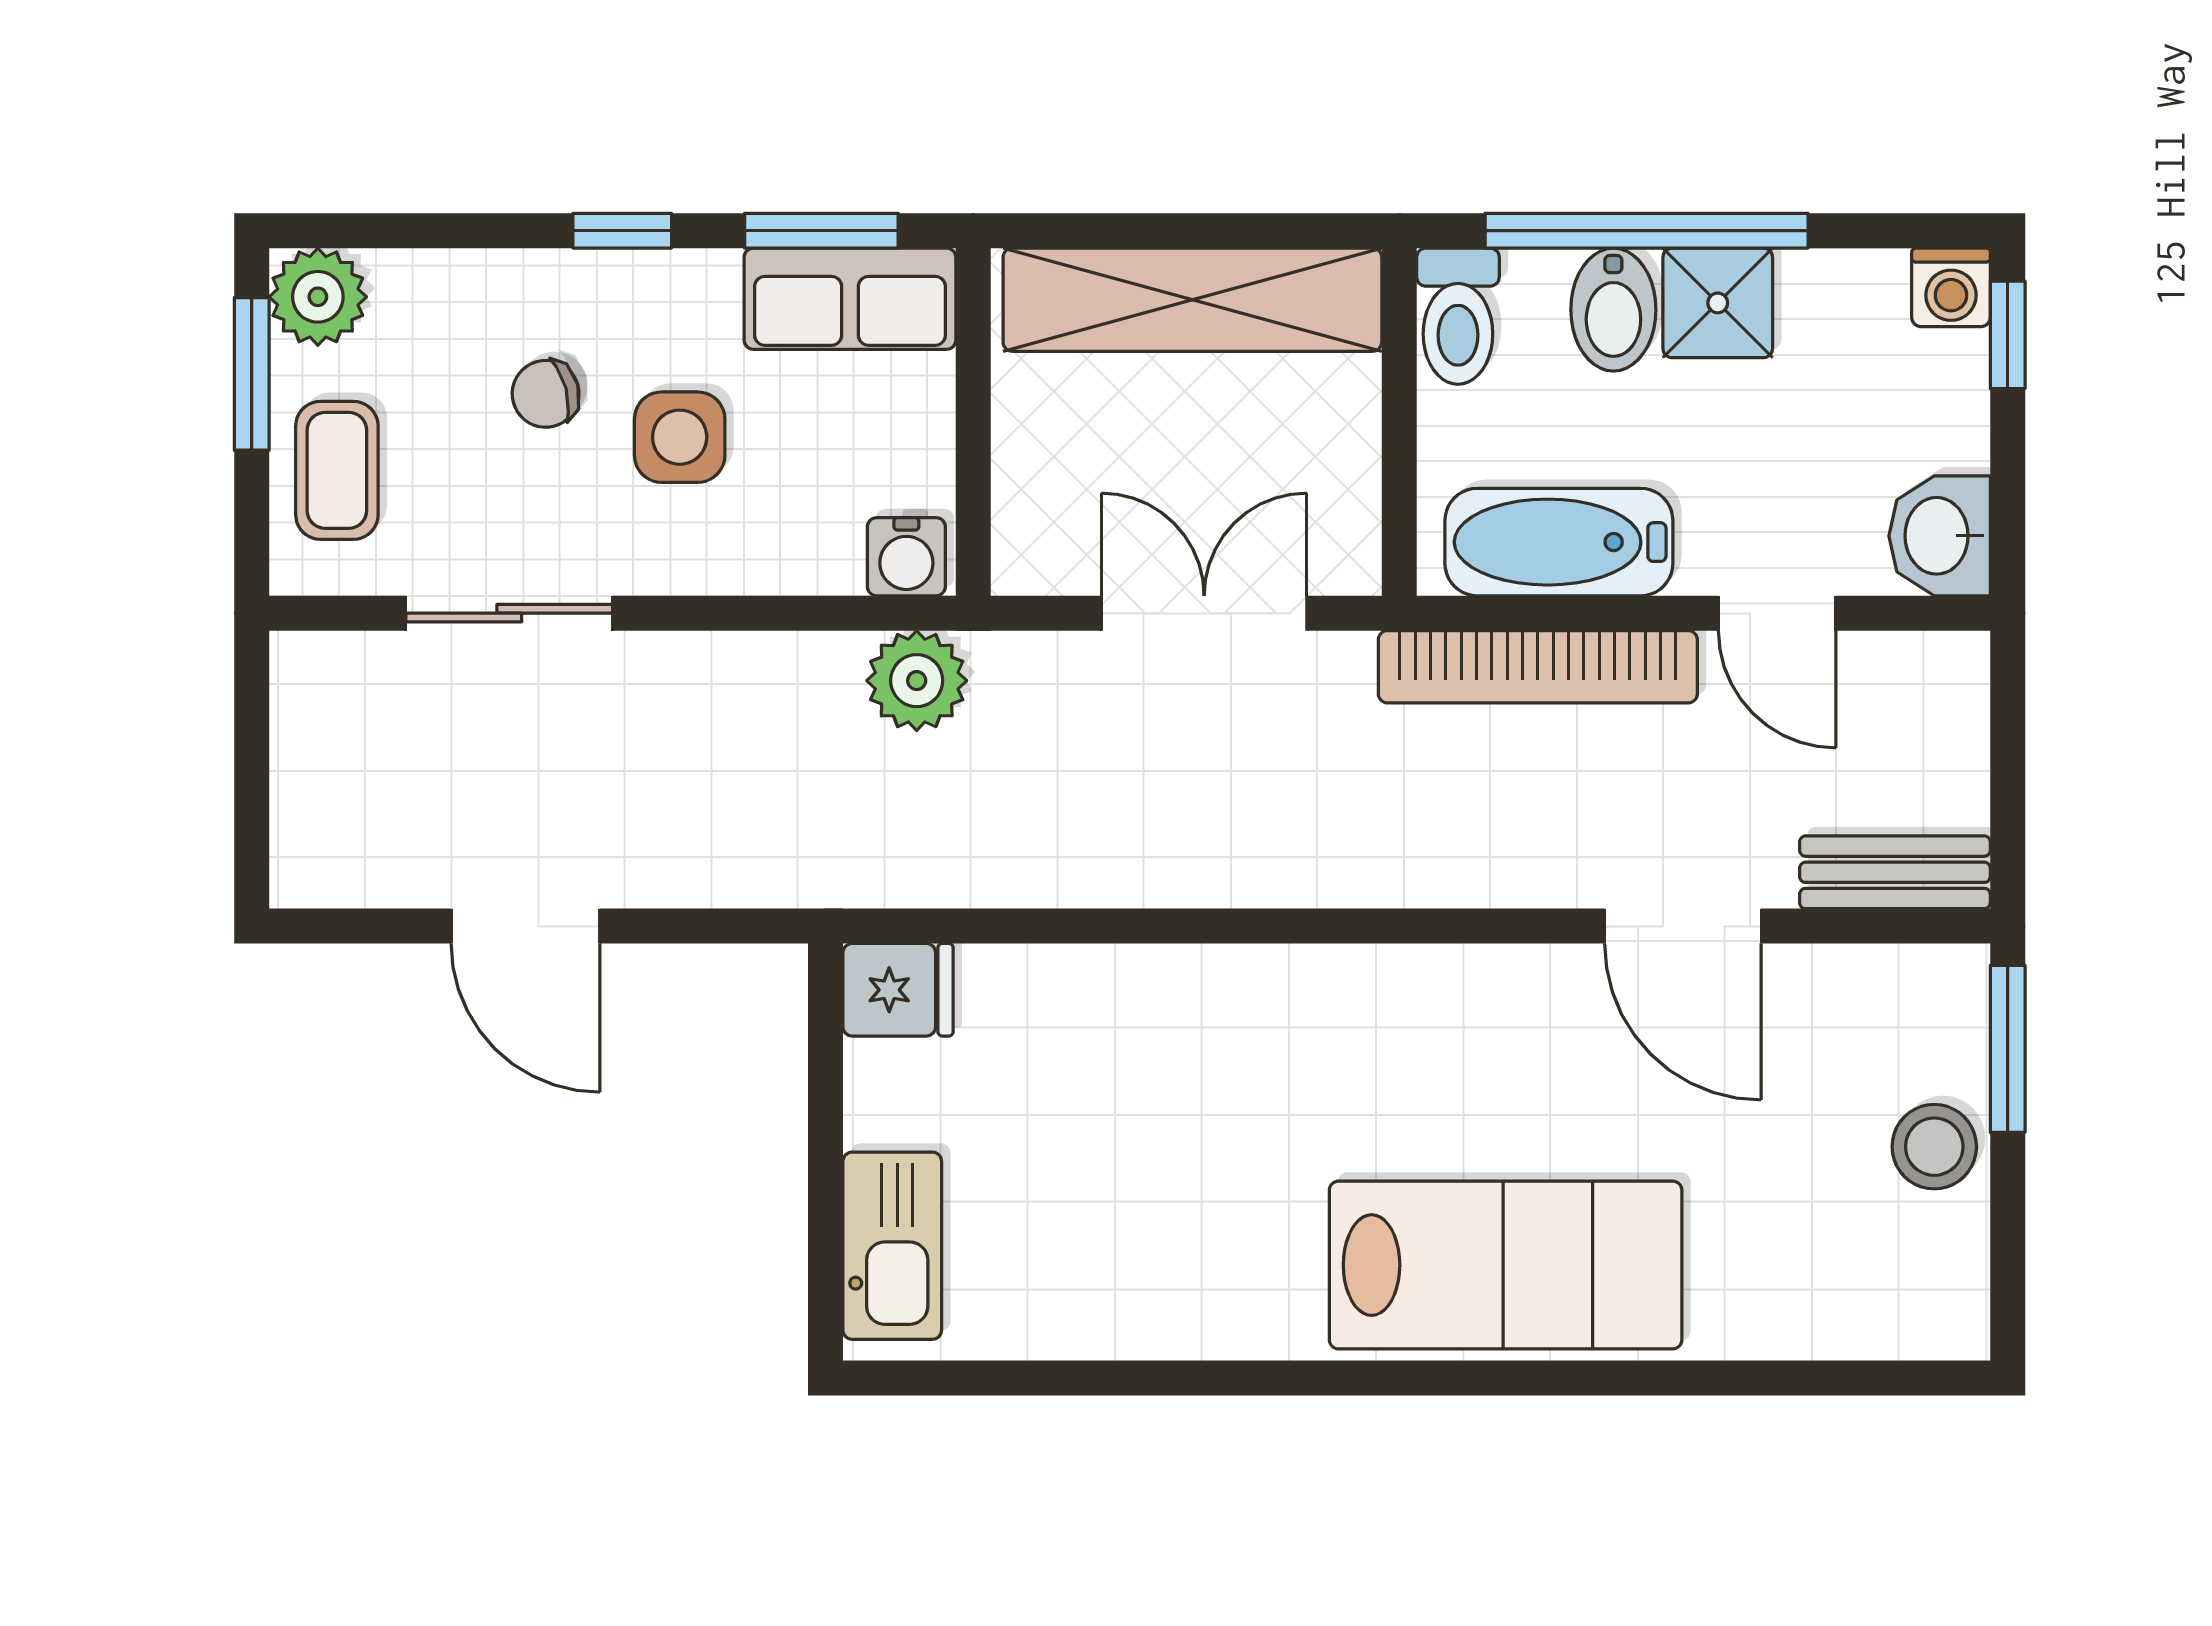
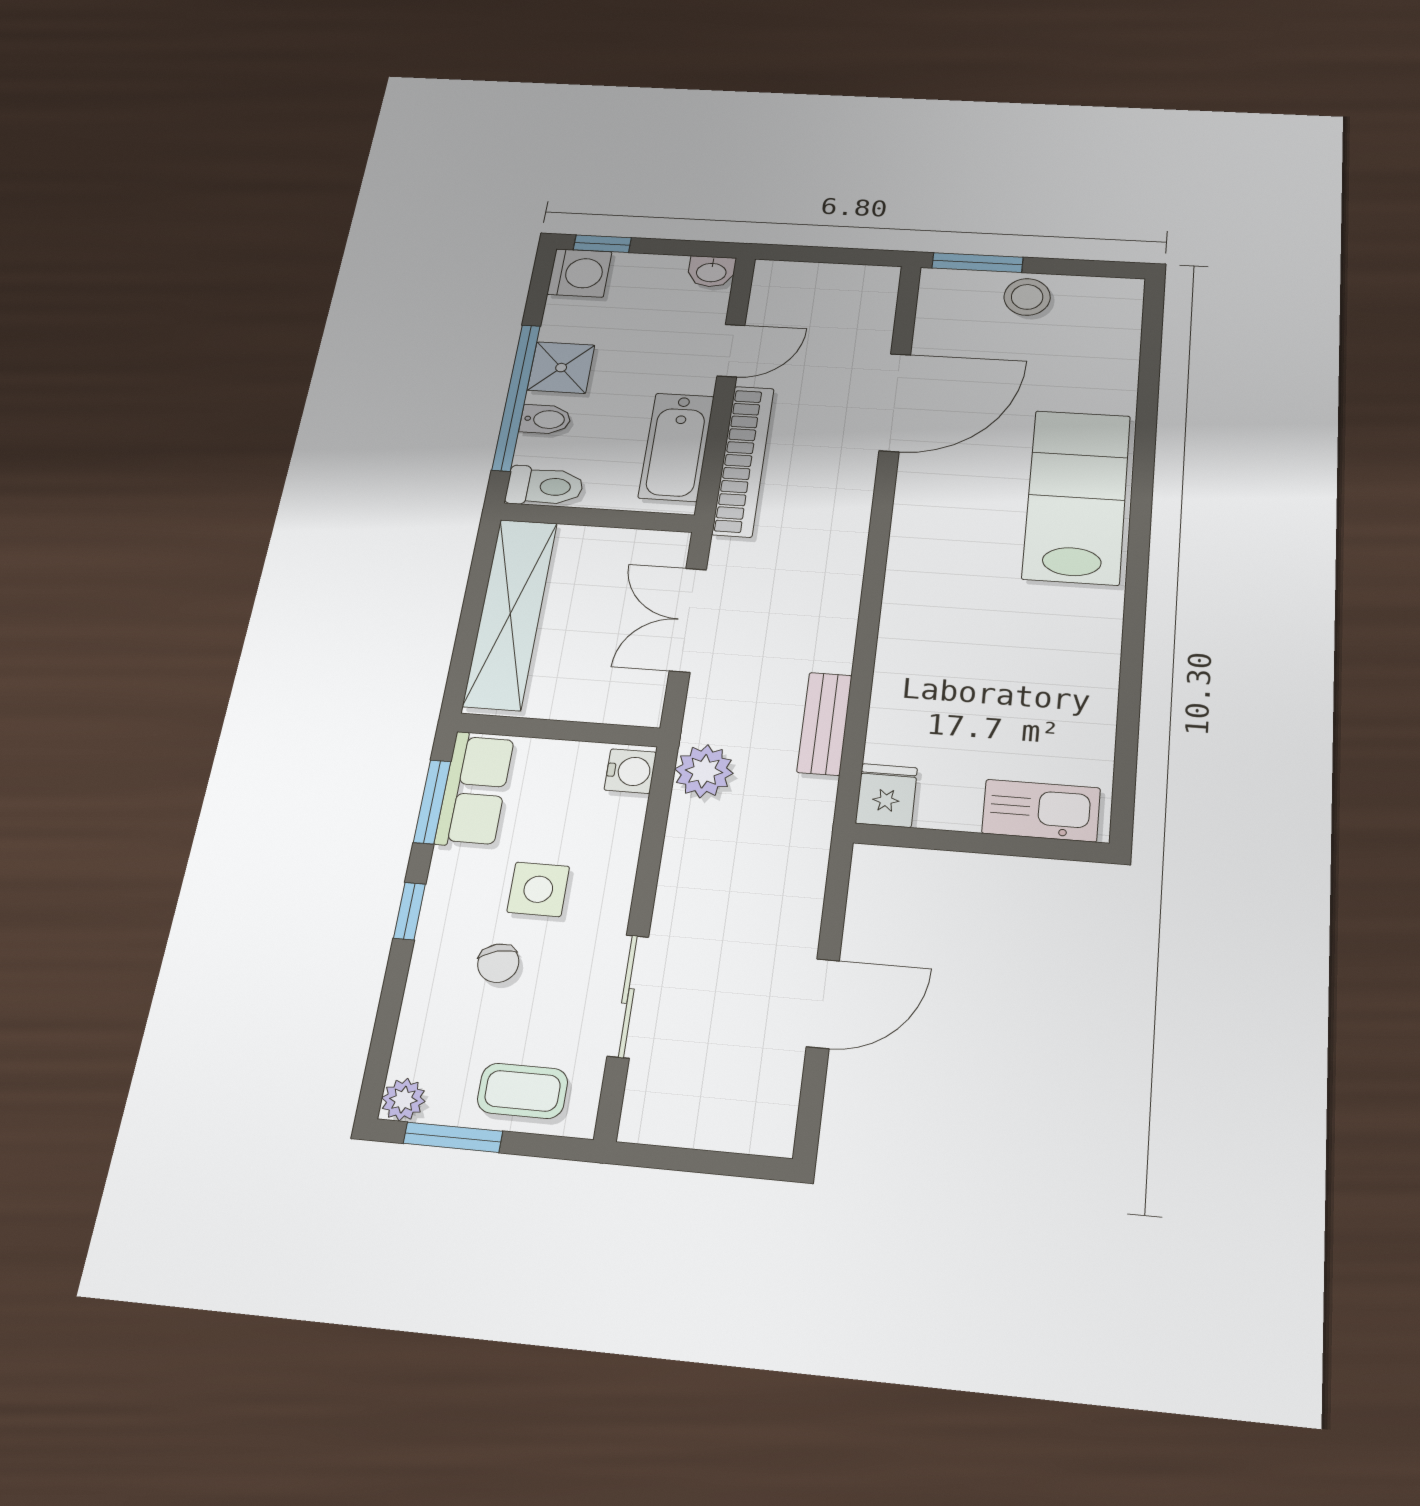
washing machine: (1951, 287) -> (579, 273), width x1.38, depth x1.38
plant: (318, 297) -> (403, 1100), width x0.73, depth x0.73
bidet: (1613, 310) -> (546, 419), width x0.72, depth x0.74
washbasin: (1940, 536) -> (711, 272), width x0.72, depth x0.69
bench: (1895, 872) -> (824, 724), moved
door: (1683, 926) -> (895, 402), width x1.36

